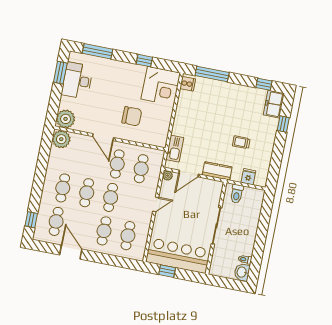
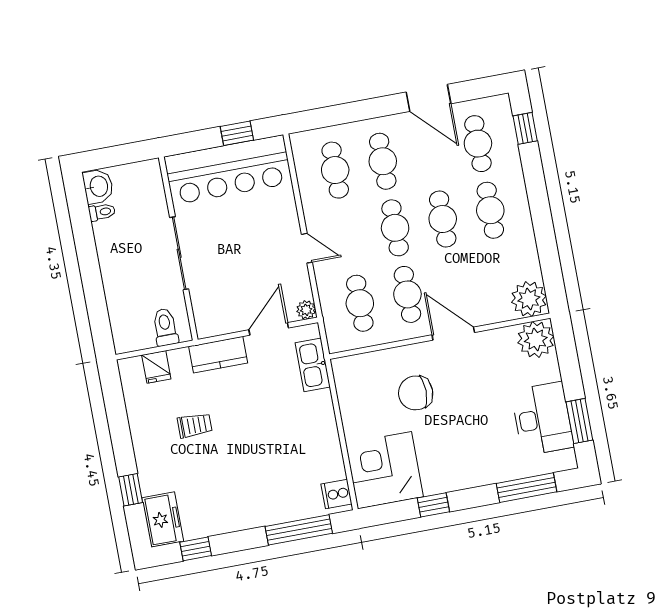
door: (156, 204) -> (307, 248), swing flipped

